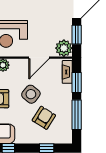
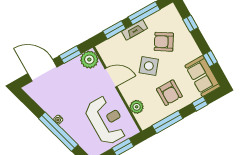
fireplace: (67, 72) -> (134, 30), moved

